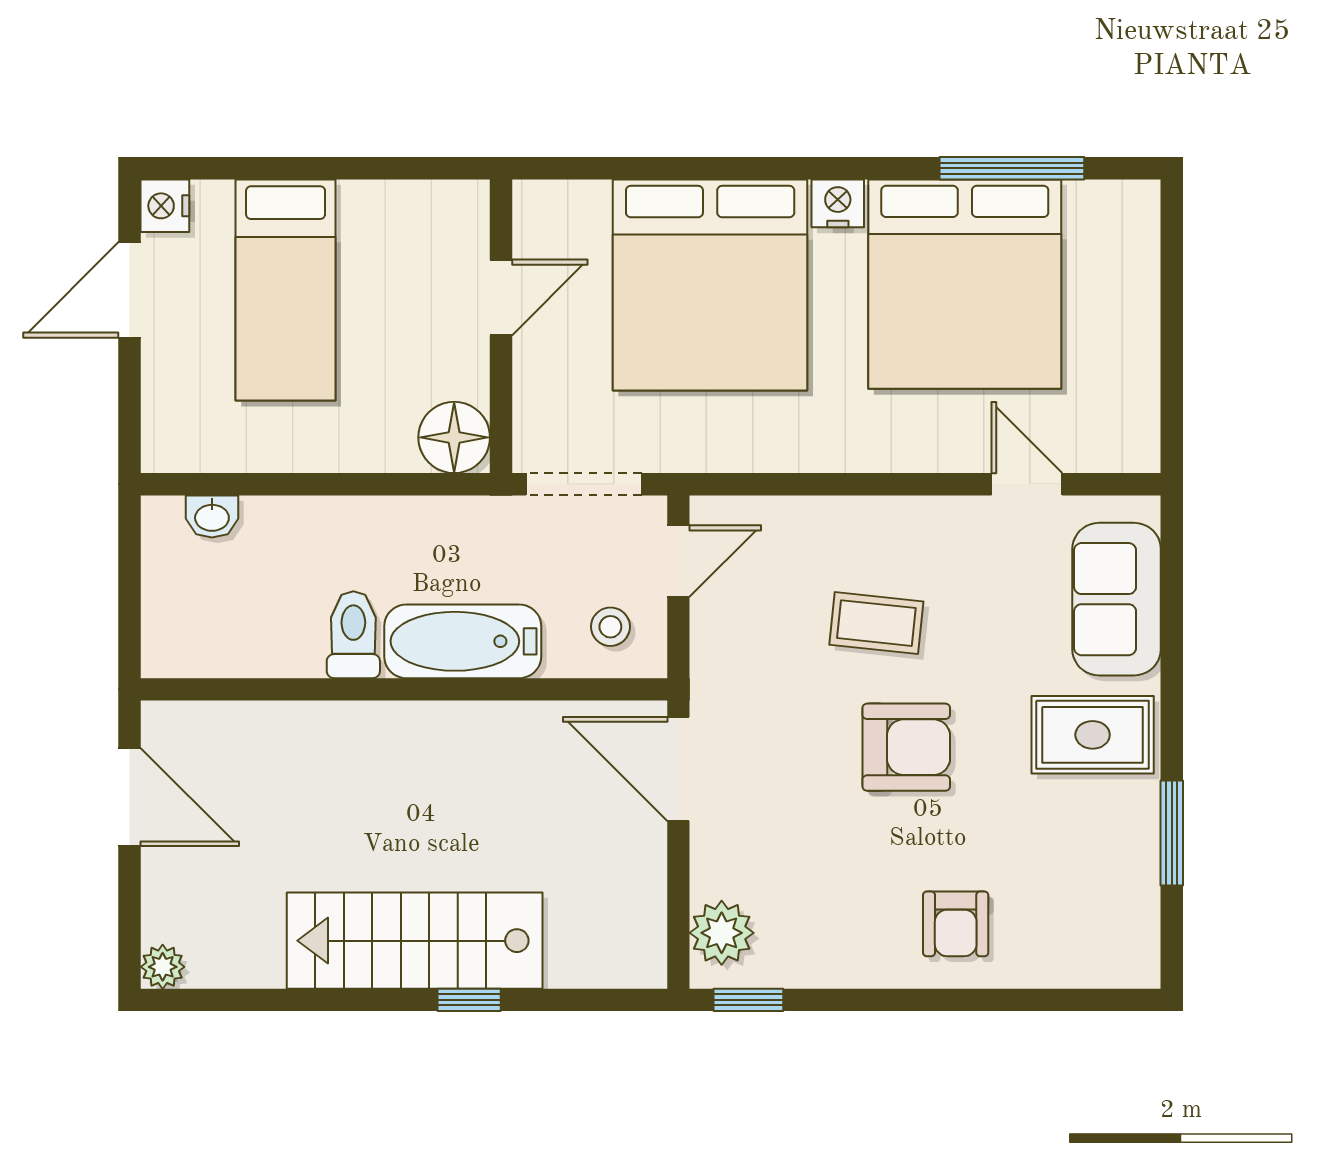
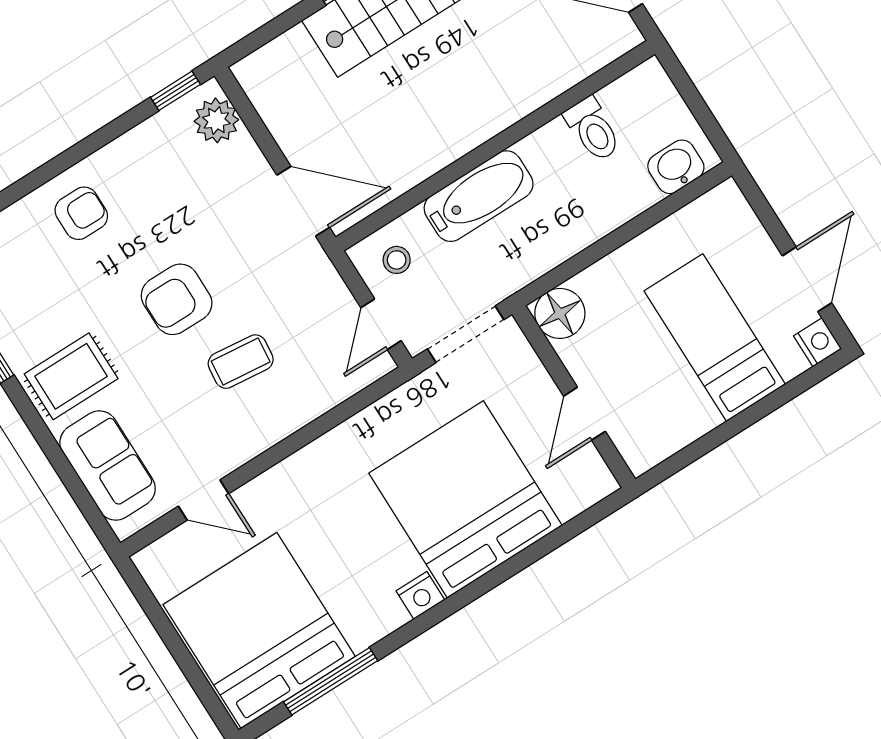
bed: (965, 284) -> (259, 631), moved
washbasin: (212, 517) -> (676, 167), width x1.38, depth x1.45
toilet: (353, 635) -> (593, 129), moved
armchair: (956, 924) -> (81, 213), turned 90

